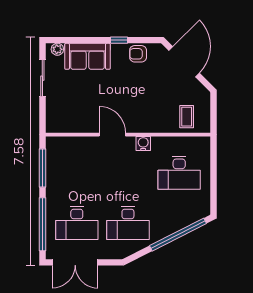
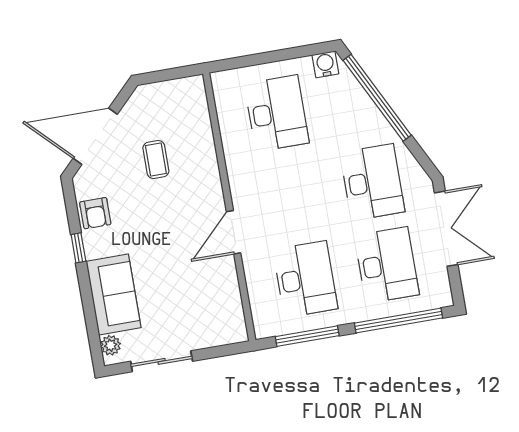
coffee table: (187, 117) -> (156, 159), moved, turned 90
water cooler: (143, 144) -> (325, 64), moved, turned 90
desk: (77, 173) -> (305, 279), added
double door: (75, 262) -> (446, 229), moved

